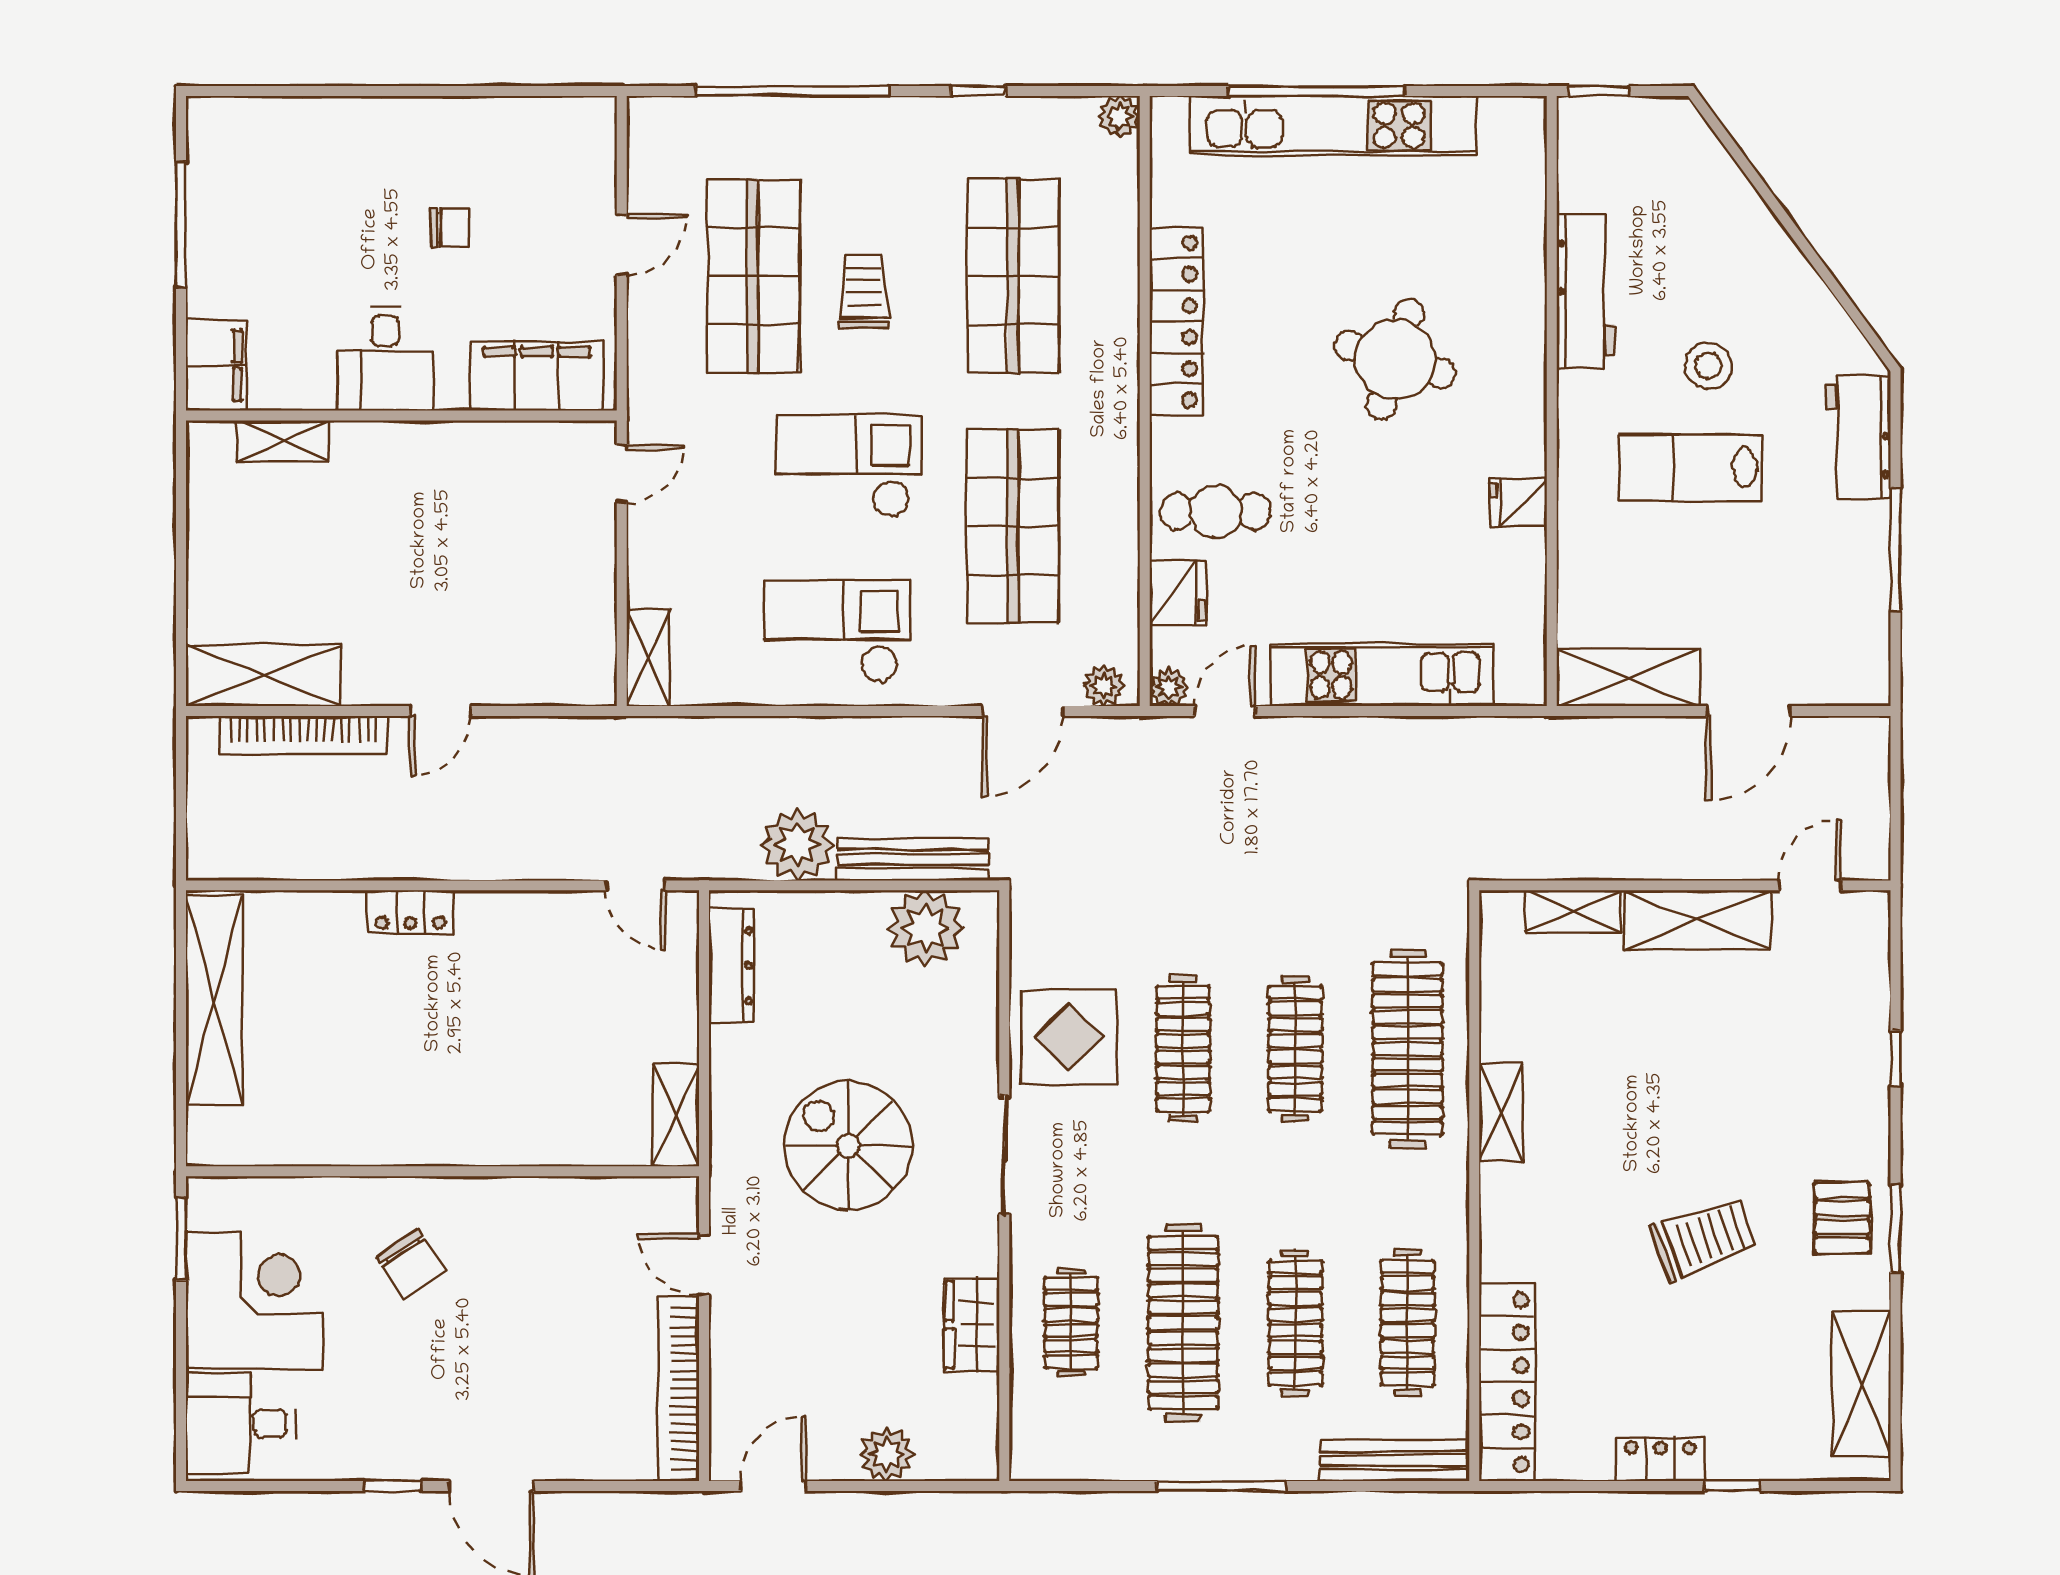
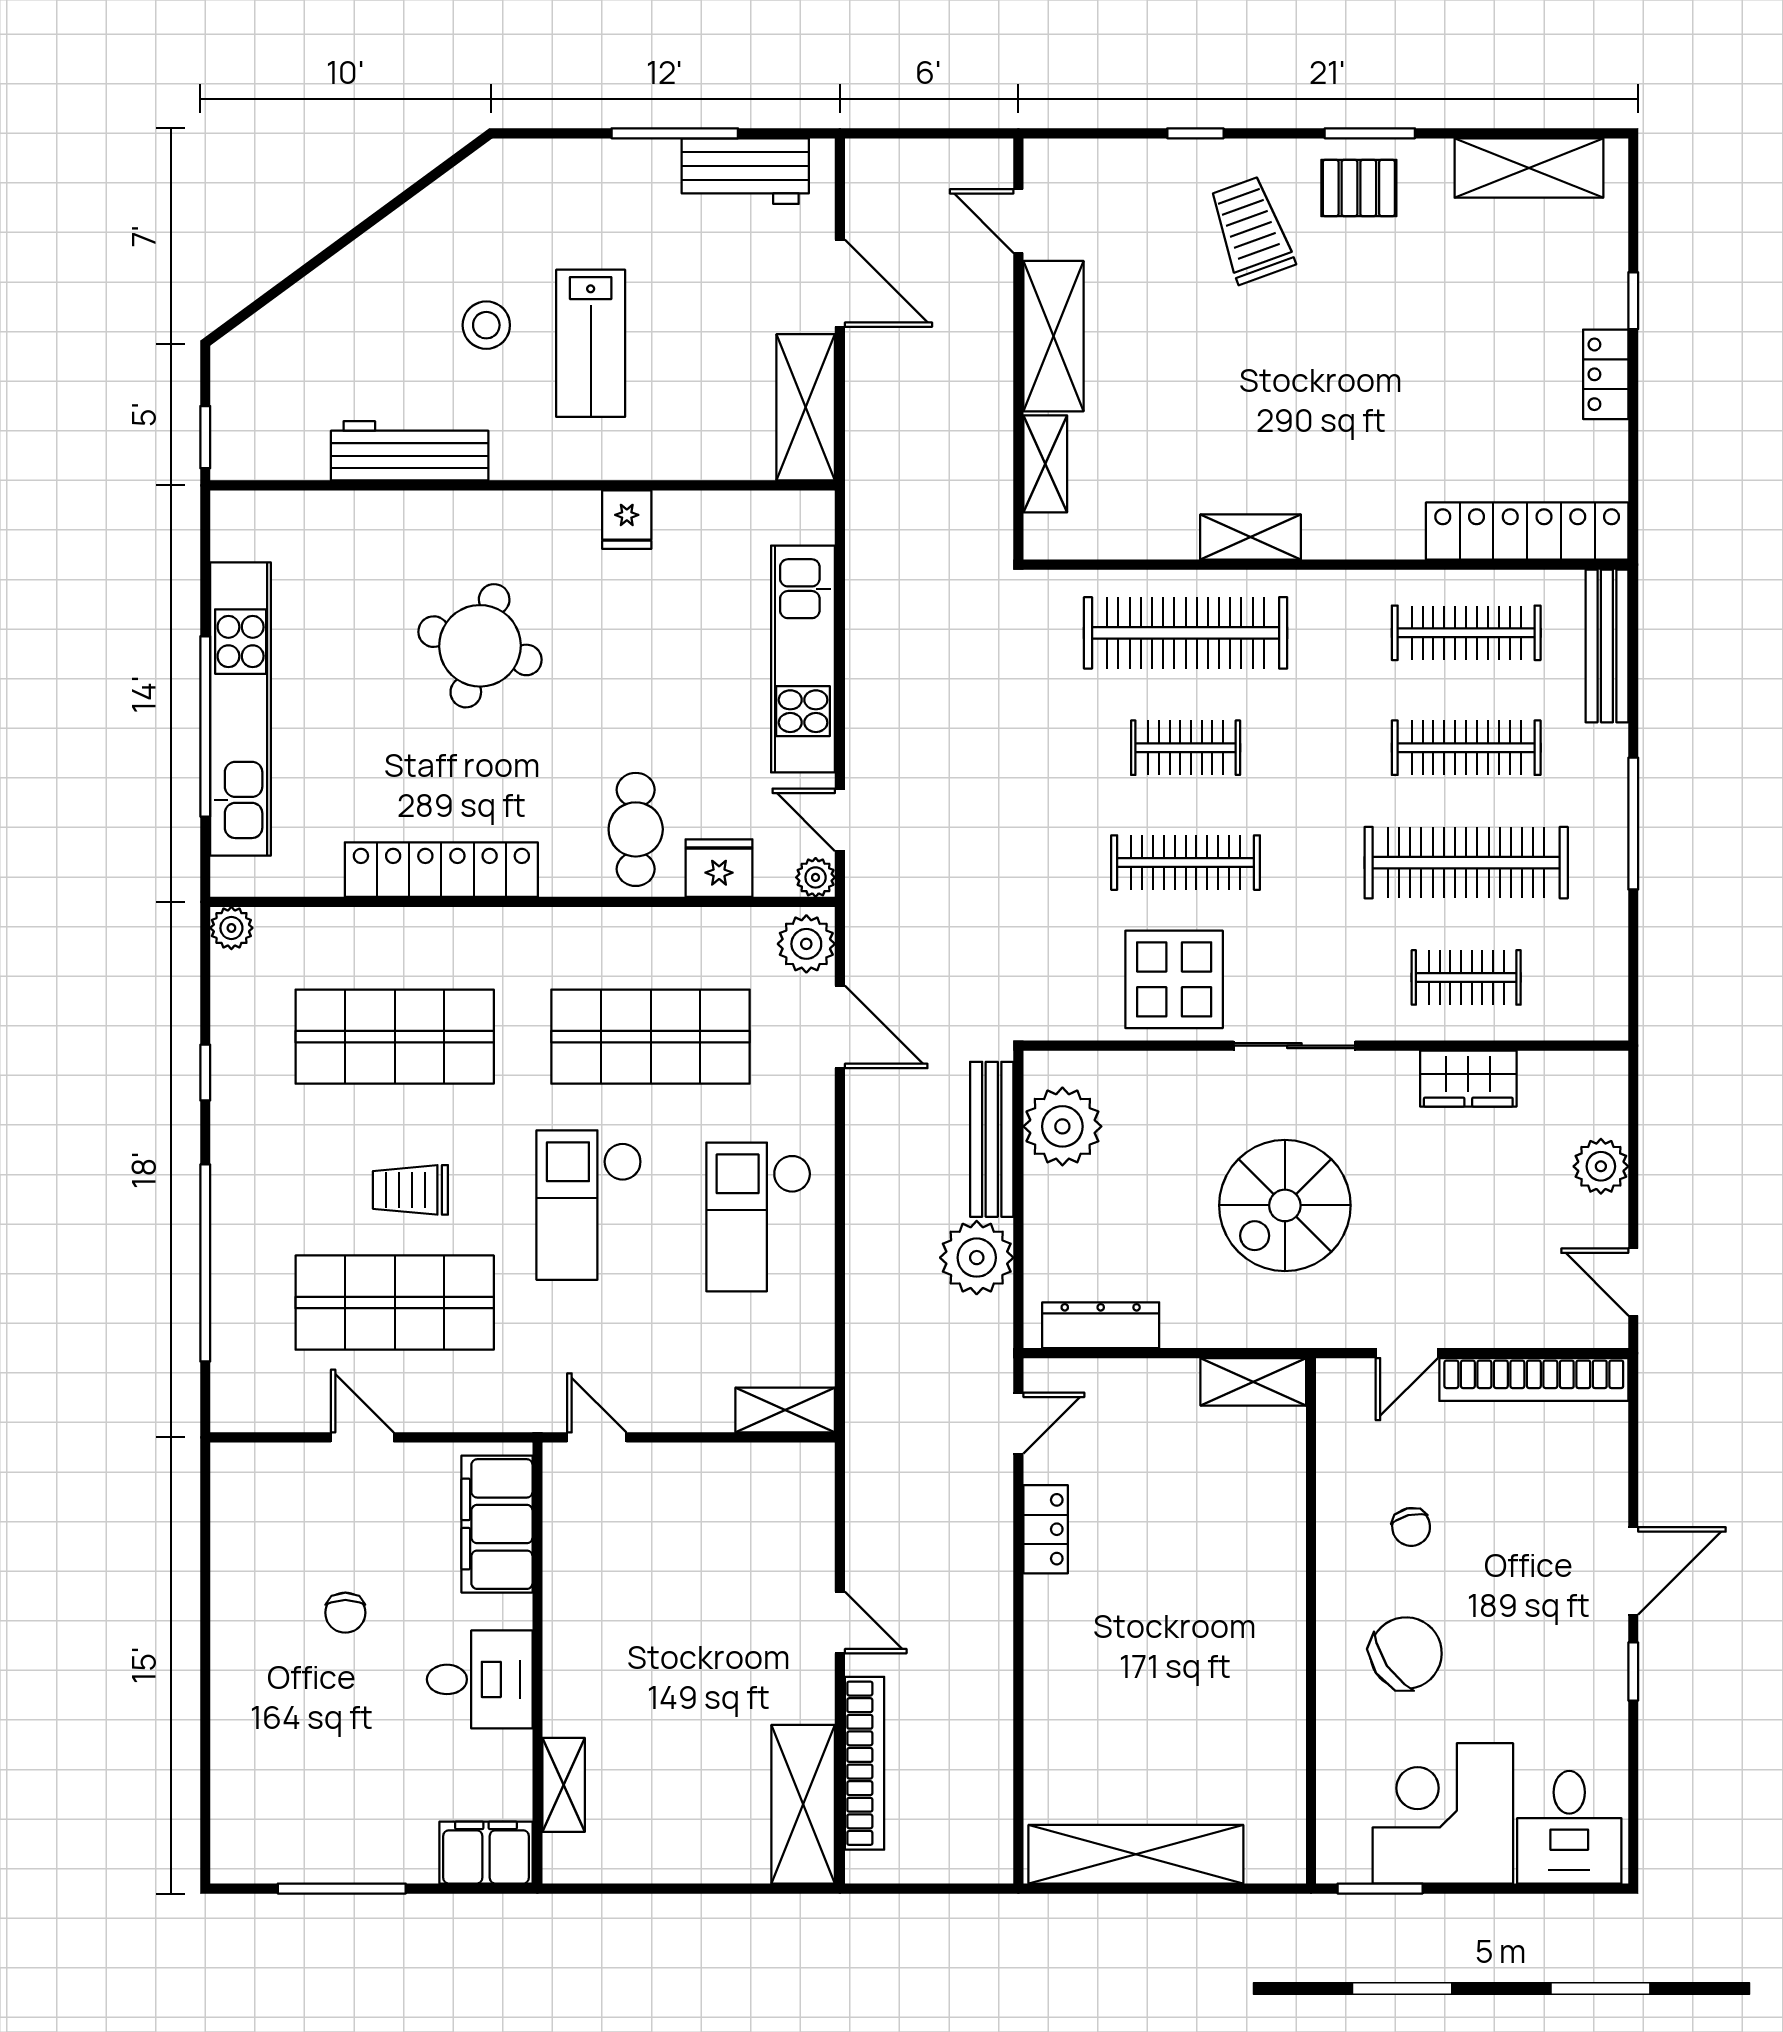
chair: (450, 228) -> (345, 1613), turned 180
workbench: (1859, 437) -> (745, 171), moved
plant: (1104, 686) -> (806, 944), width x1.38, depth x1.38
locker: (411, 912) -> (1046, 1529), moved
clothes rail: (1295, 1049) -> (1186, 748), width x0.73
trolley: (1704, 1238) -> (1251, 230), moved
chair: (411, 1264) -> (1406, 1653), width x1.37, depth x1.37
chair: (534, 1269) -> (1411, 1527), added

